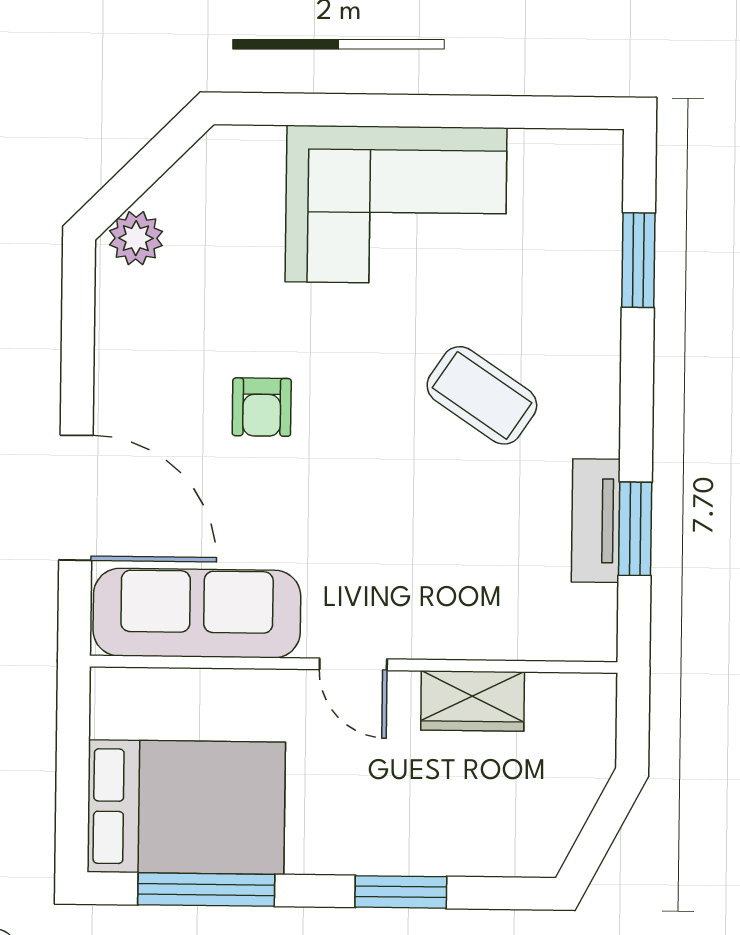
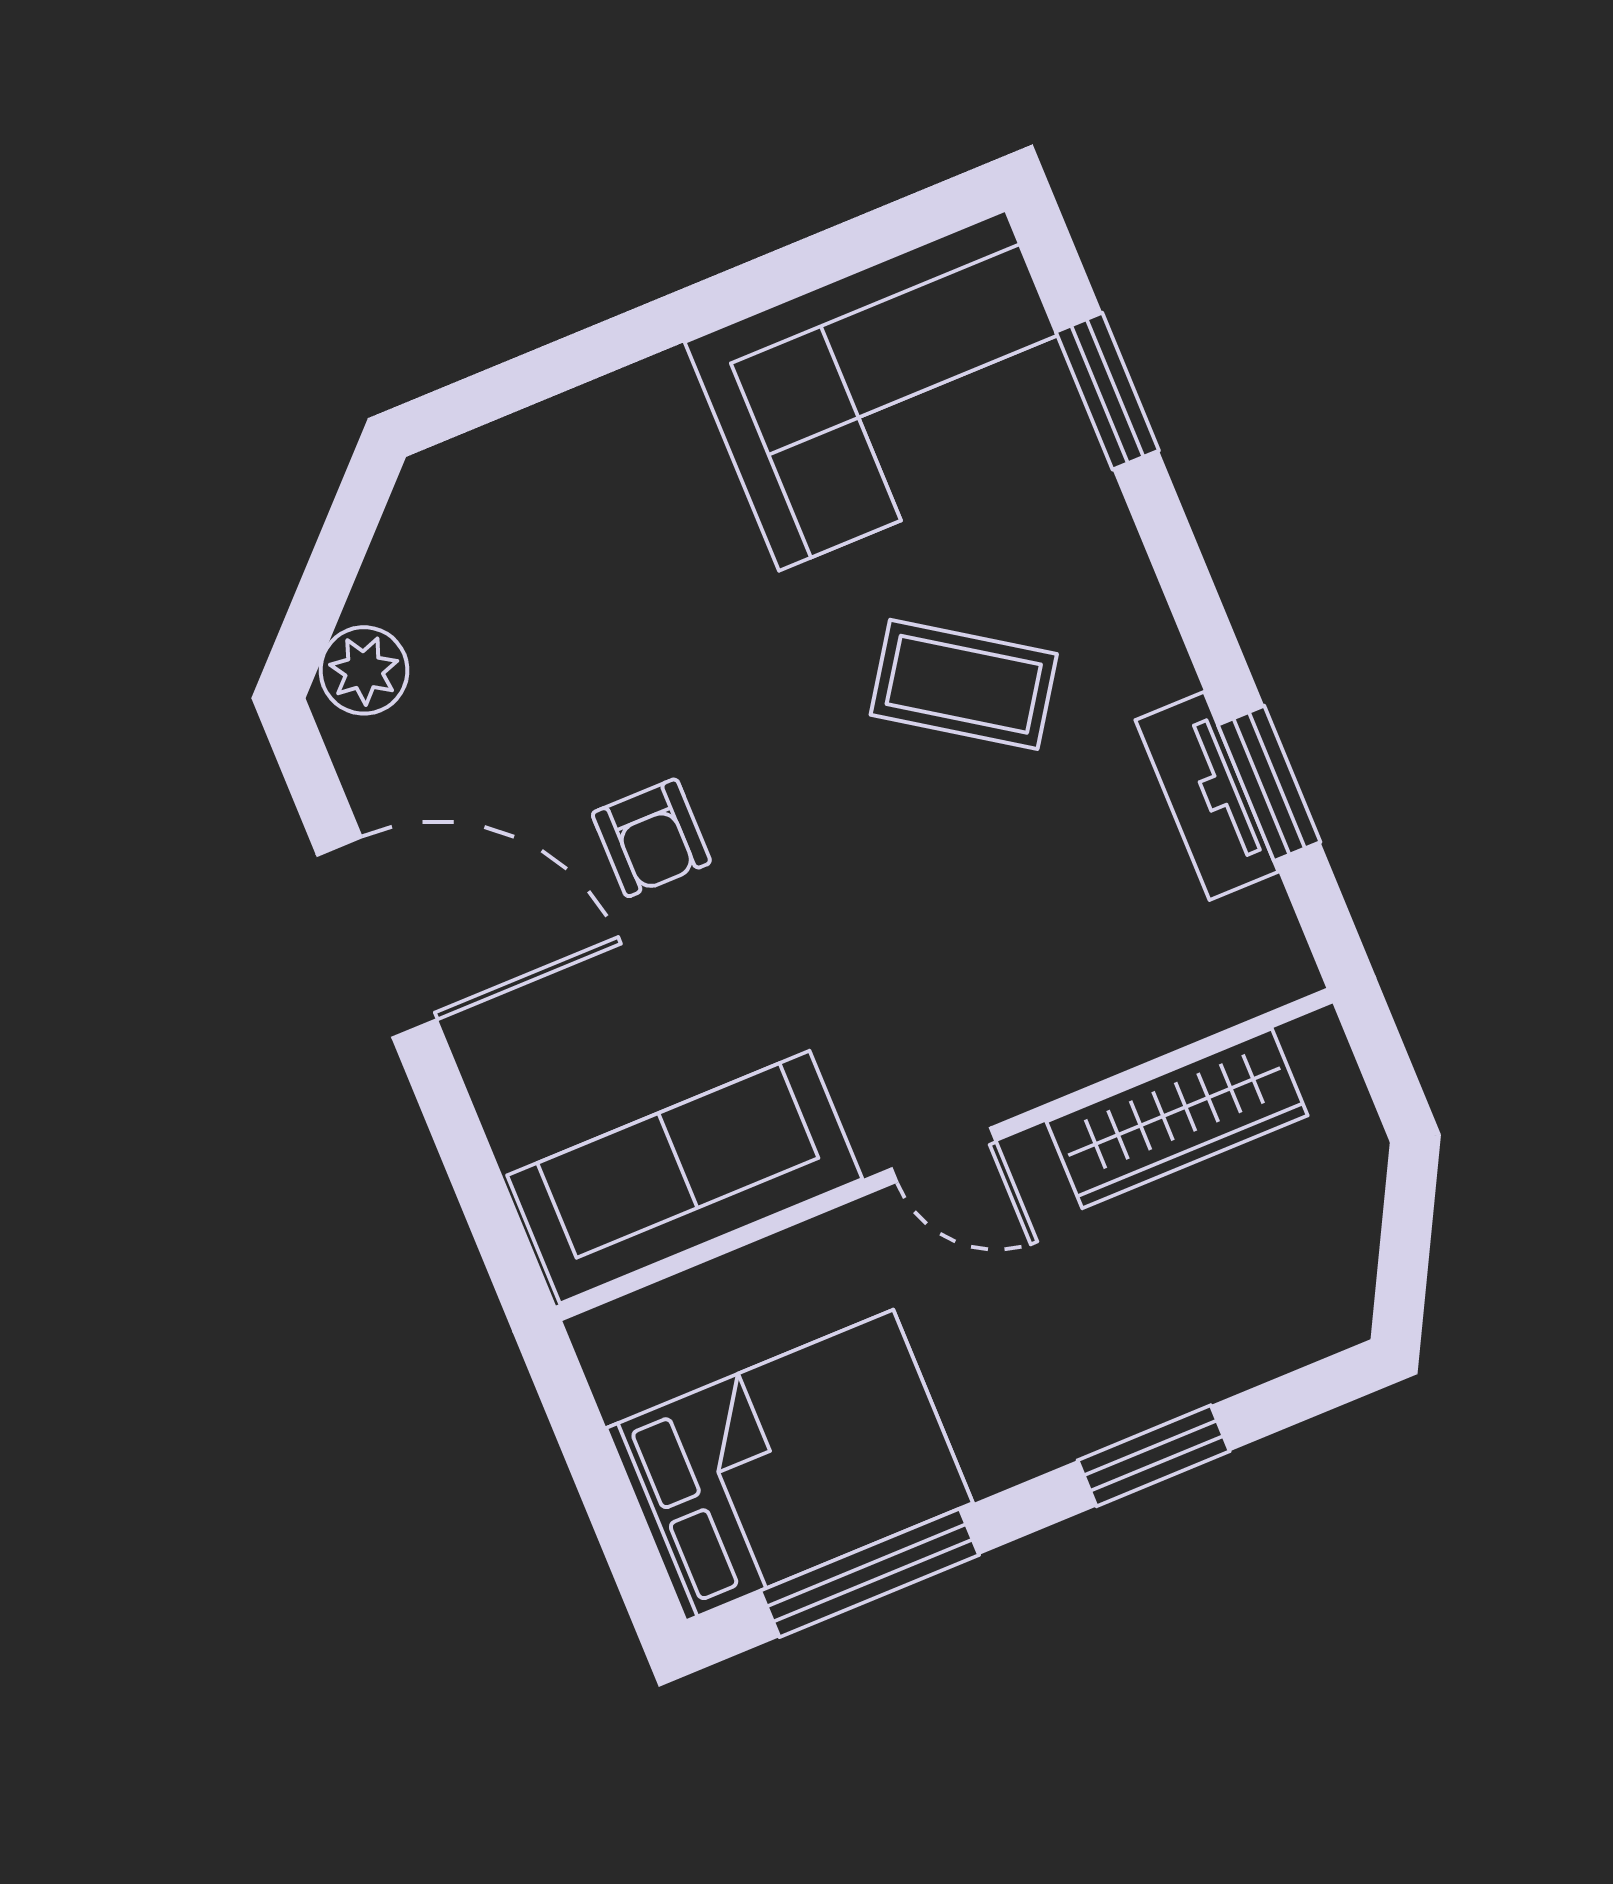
corner sofa: (396, 205) -> (892, 390), moved
door: (76, 498) -> (377, 937), moved
wardrobe: (473, 701) -> (1177, 1118), width x1.50

